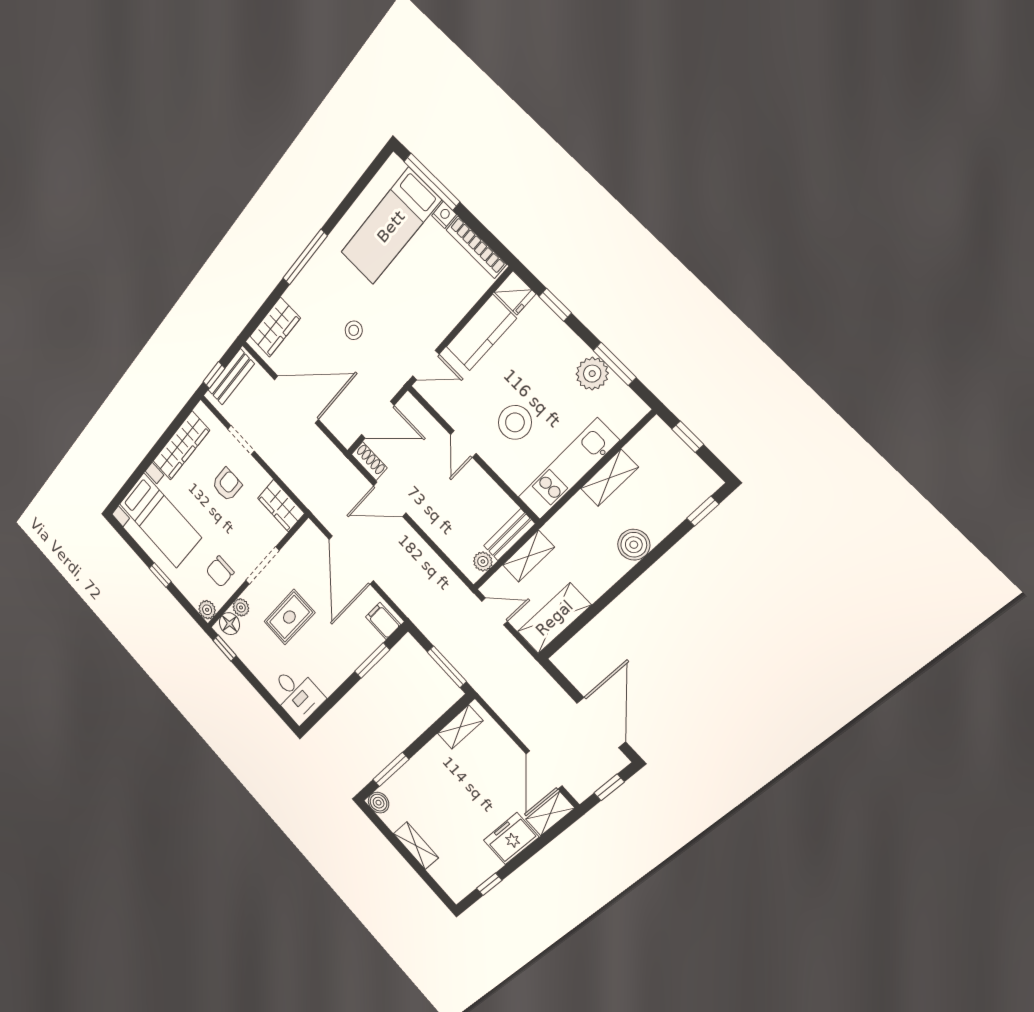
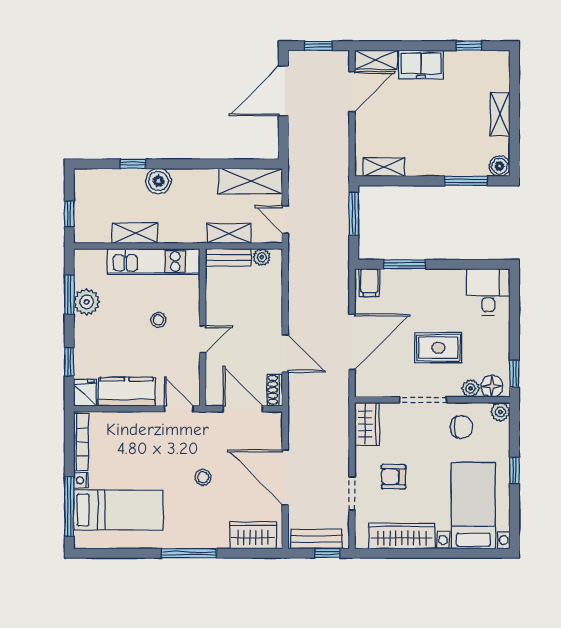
stool: (515, 422) -> (158, 320), width x0.53, depth x0.53
window: (703, 511) -> (133, 164), moved

